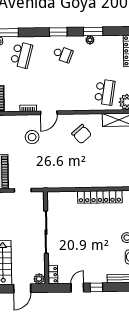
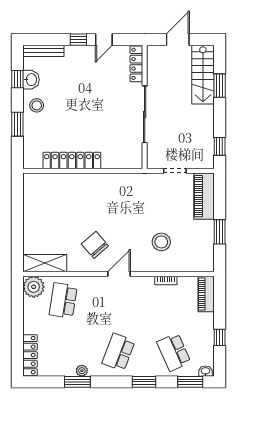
window: (58, 32) -> (144, 382), moved
school desk: (63, 54) -> (118, 352), width x1.85
school desk: (21, 55) -> (174, 352), turned -39
door: (49, 113) -> (119, 274), moved
locker: (53, 275) -> (136, 64), width x1.53
plant: (39, 279) -> (155, 52), removed

